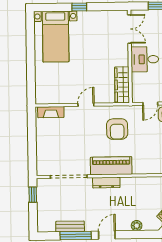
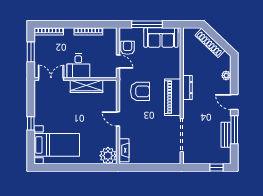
wardrobe: (122, 85) -> (86, 86), moved
plant: (44, 94) -> (108, 156), added
dresser: (106, 183) -> (188, 88), moved
window: (33, 195) -> (217, 167), moved

